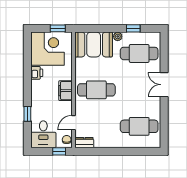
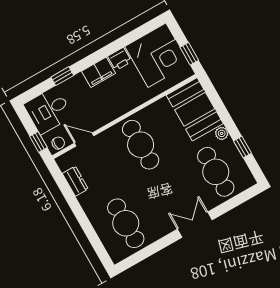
filing cabinet: (65, 91) -> (99, 72), moved, turned 180
dresser: (84, 143) -> (75, 181), moved

